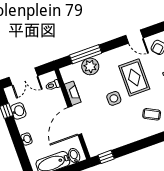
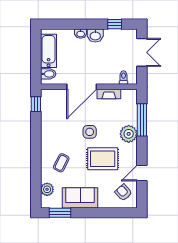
plant: (90, 66) -> (129, 134), moved
double door: (23, 76) -> (142, 52), swing flipped
washbasin: (18, 111) -> (95, 36), moved
door: (75, 121) -> (82, 87), swing flipped

